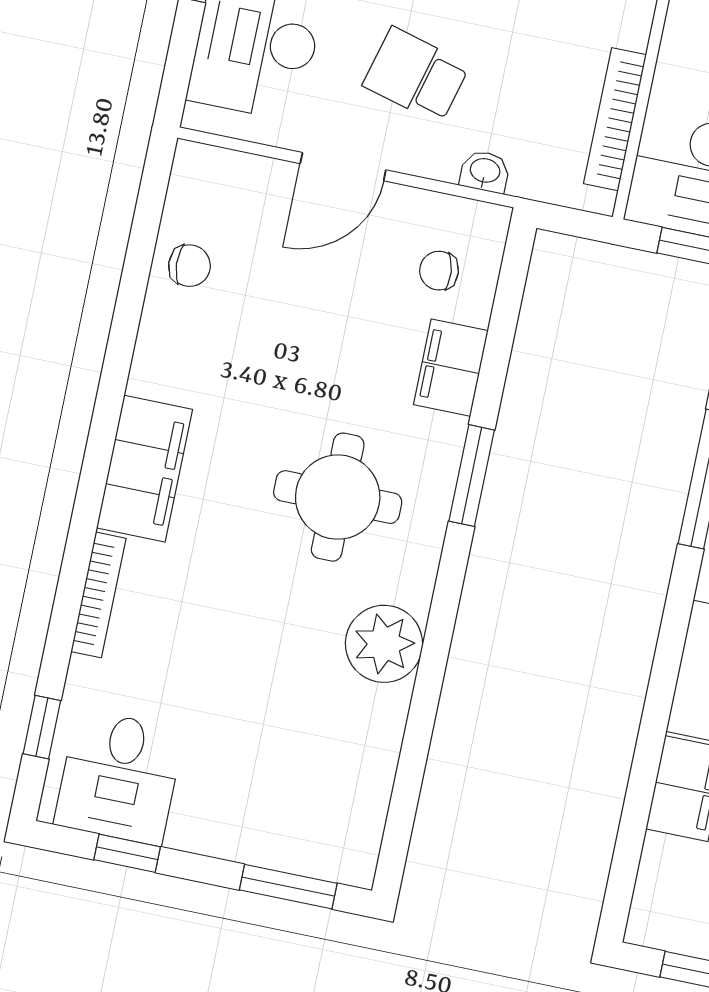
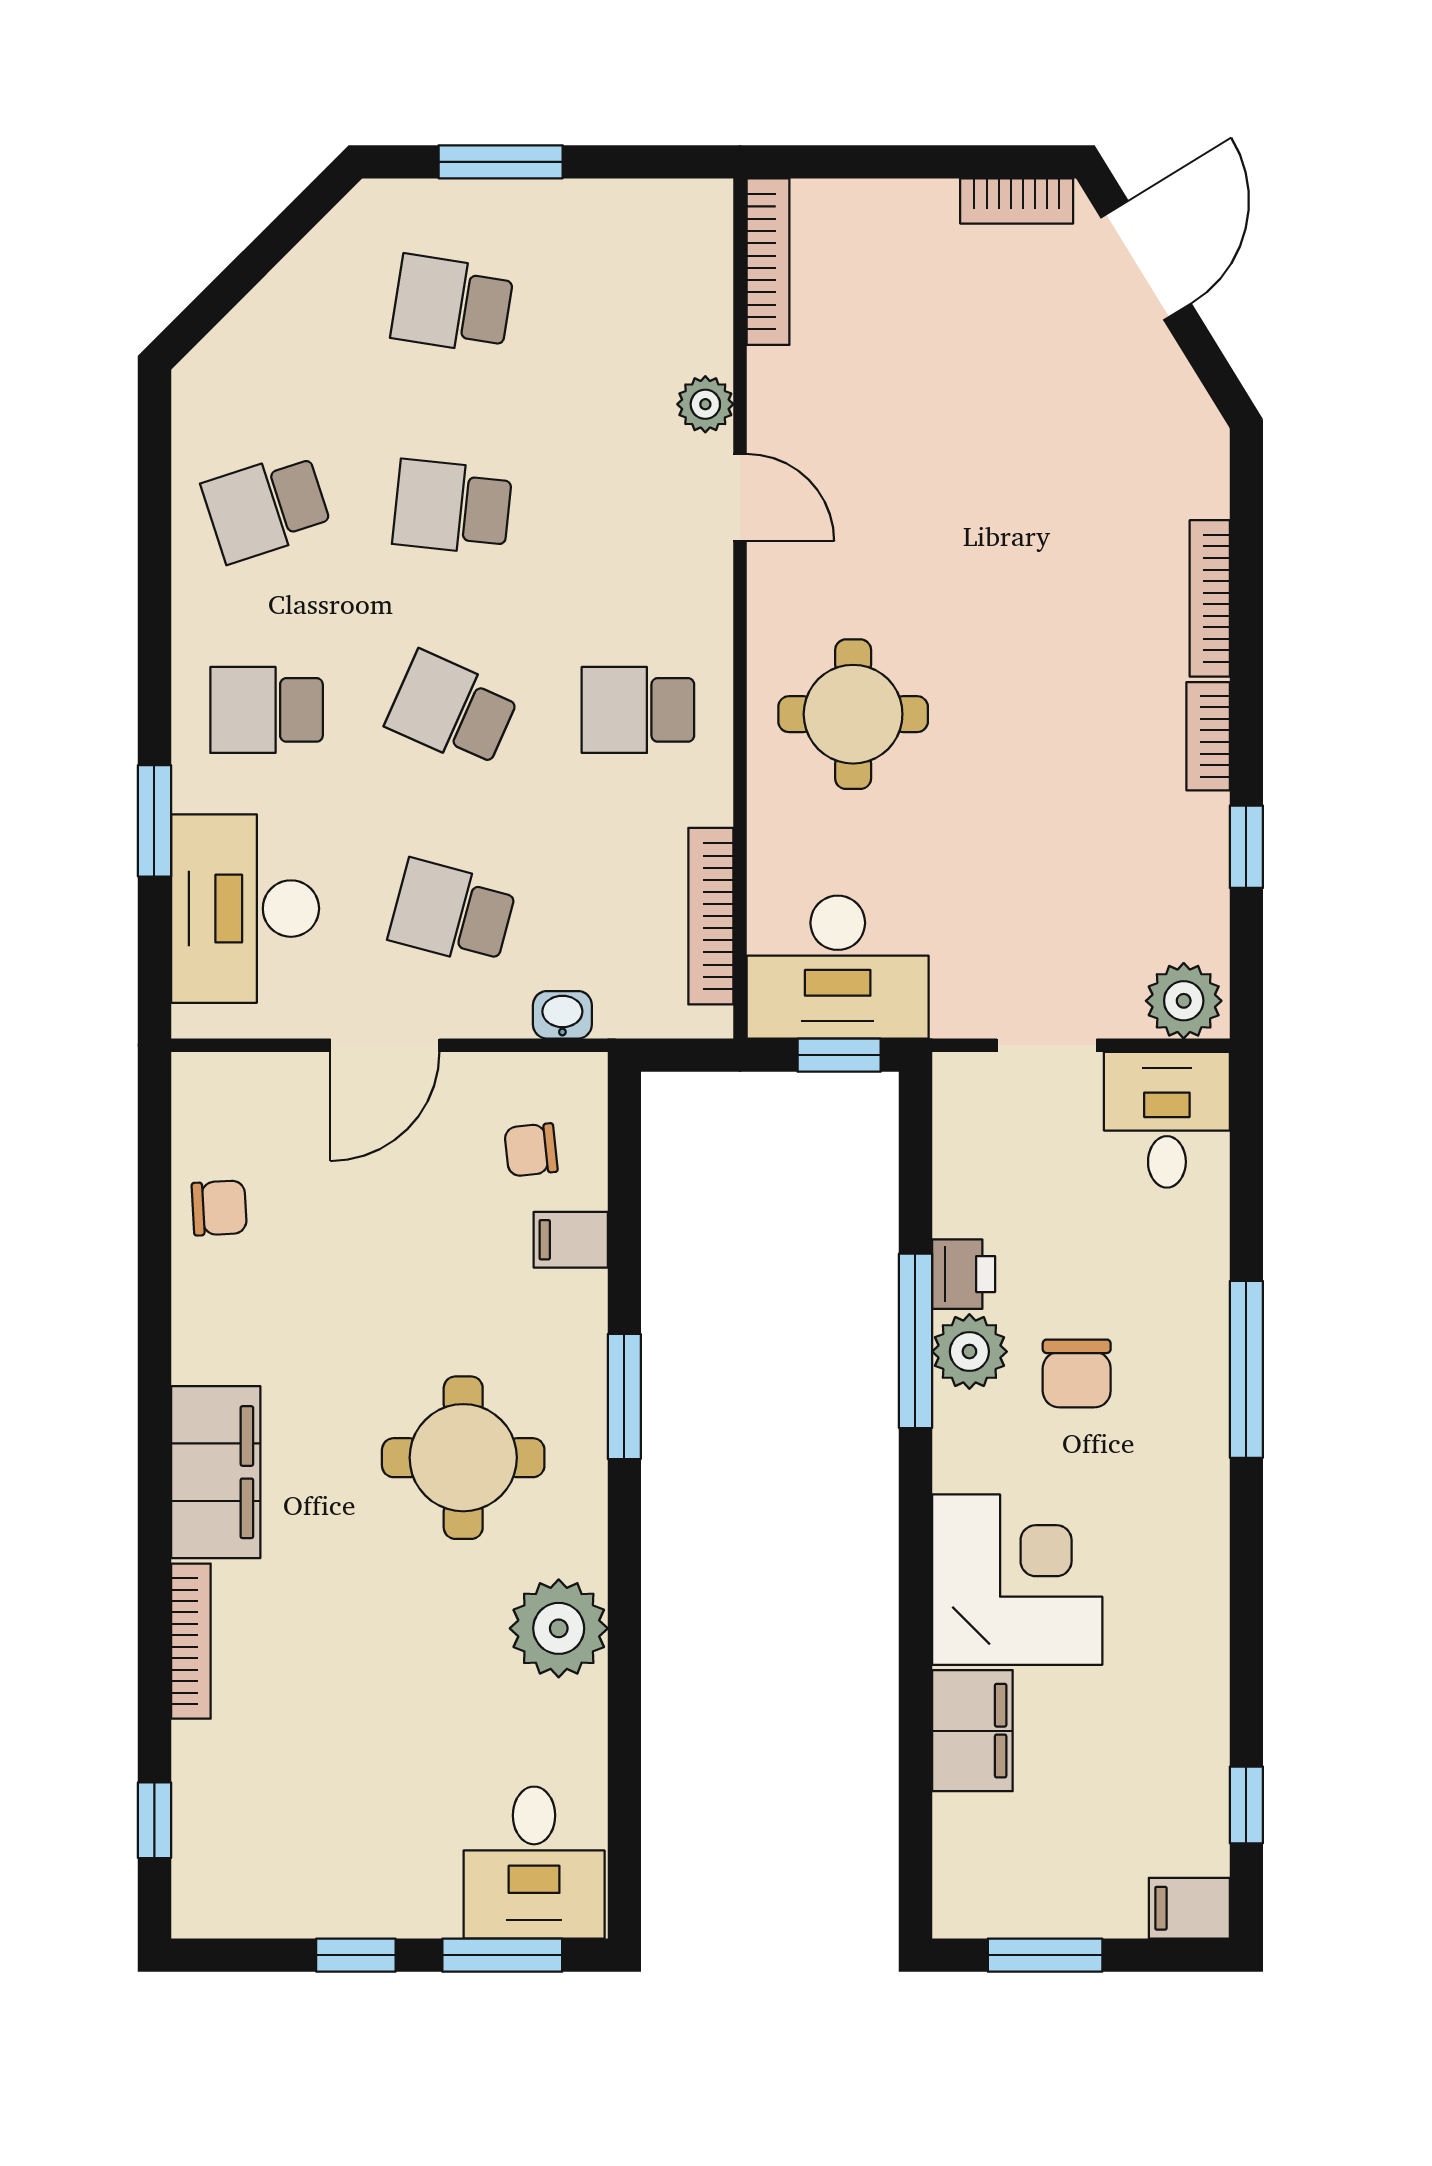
filing cabinet: (451, 368) -> (571, 1240), width x0.50
desk: (119, 777) -> (534, 1863), moved
window: (127, 853) -> (356, 1955), moved

